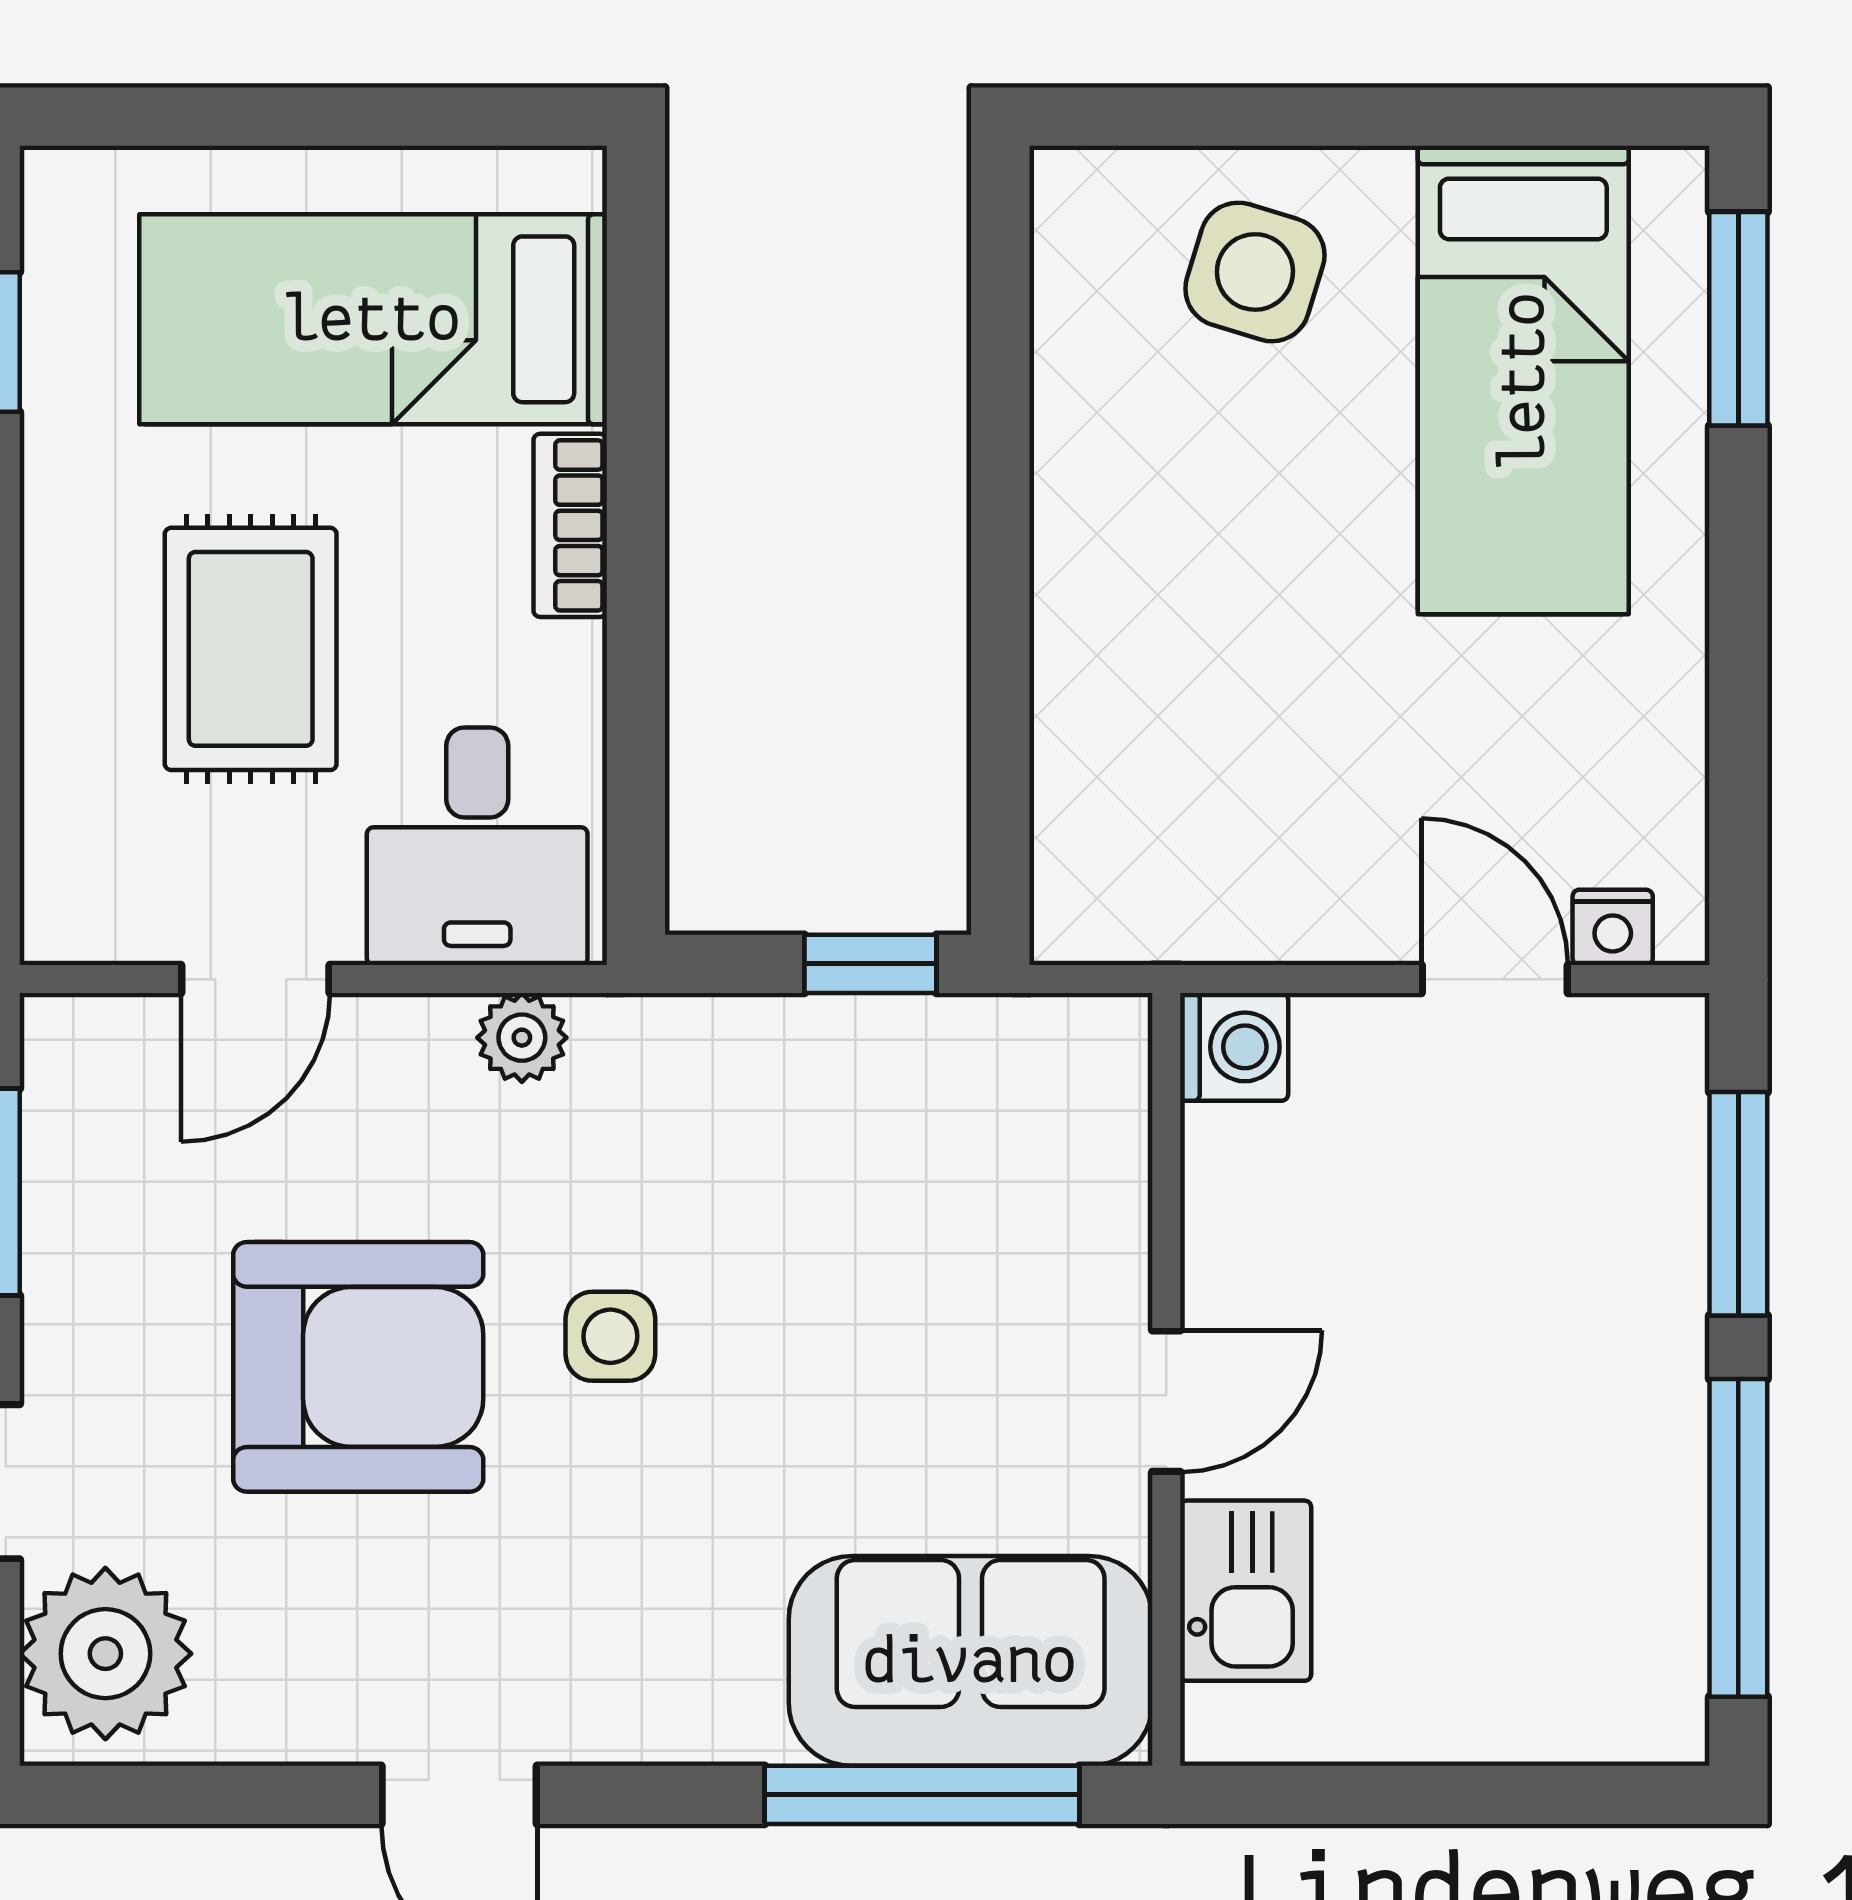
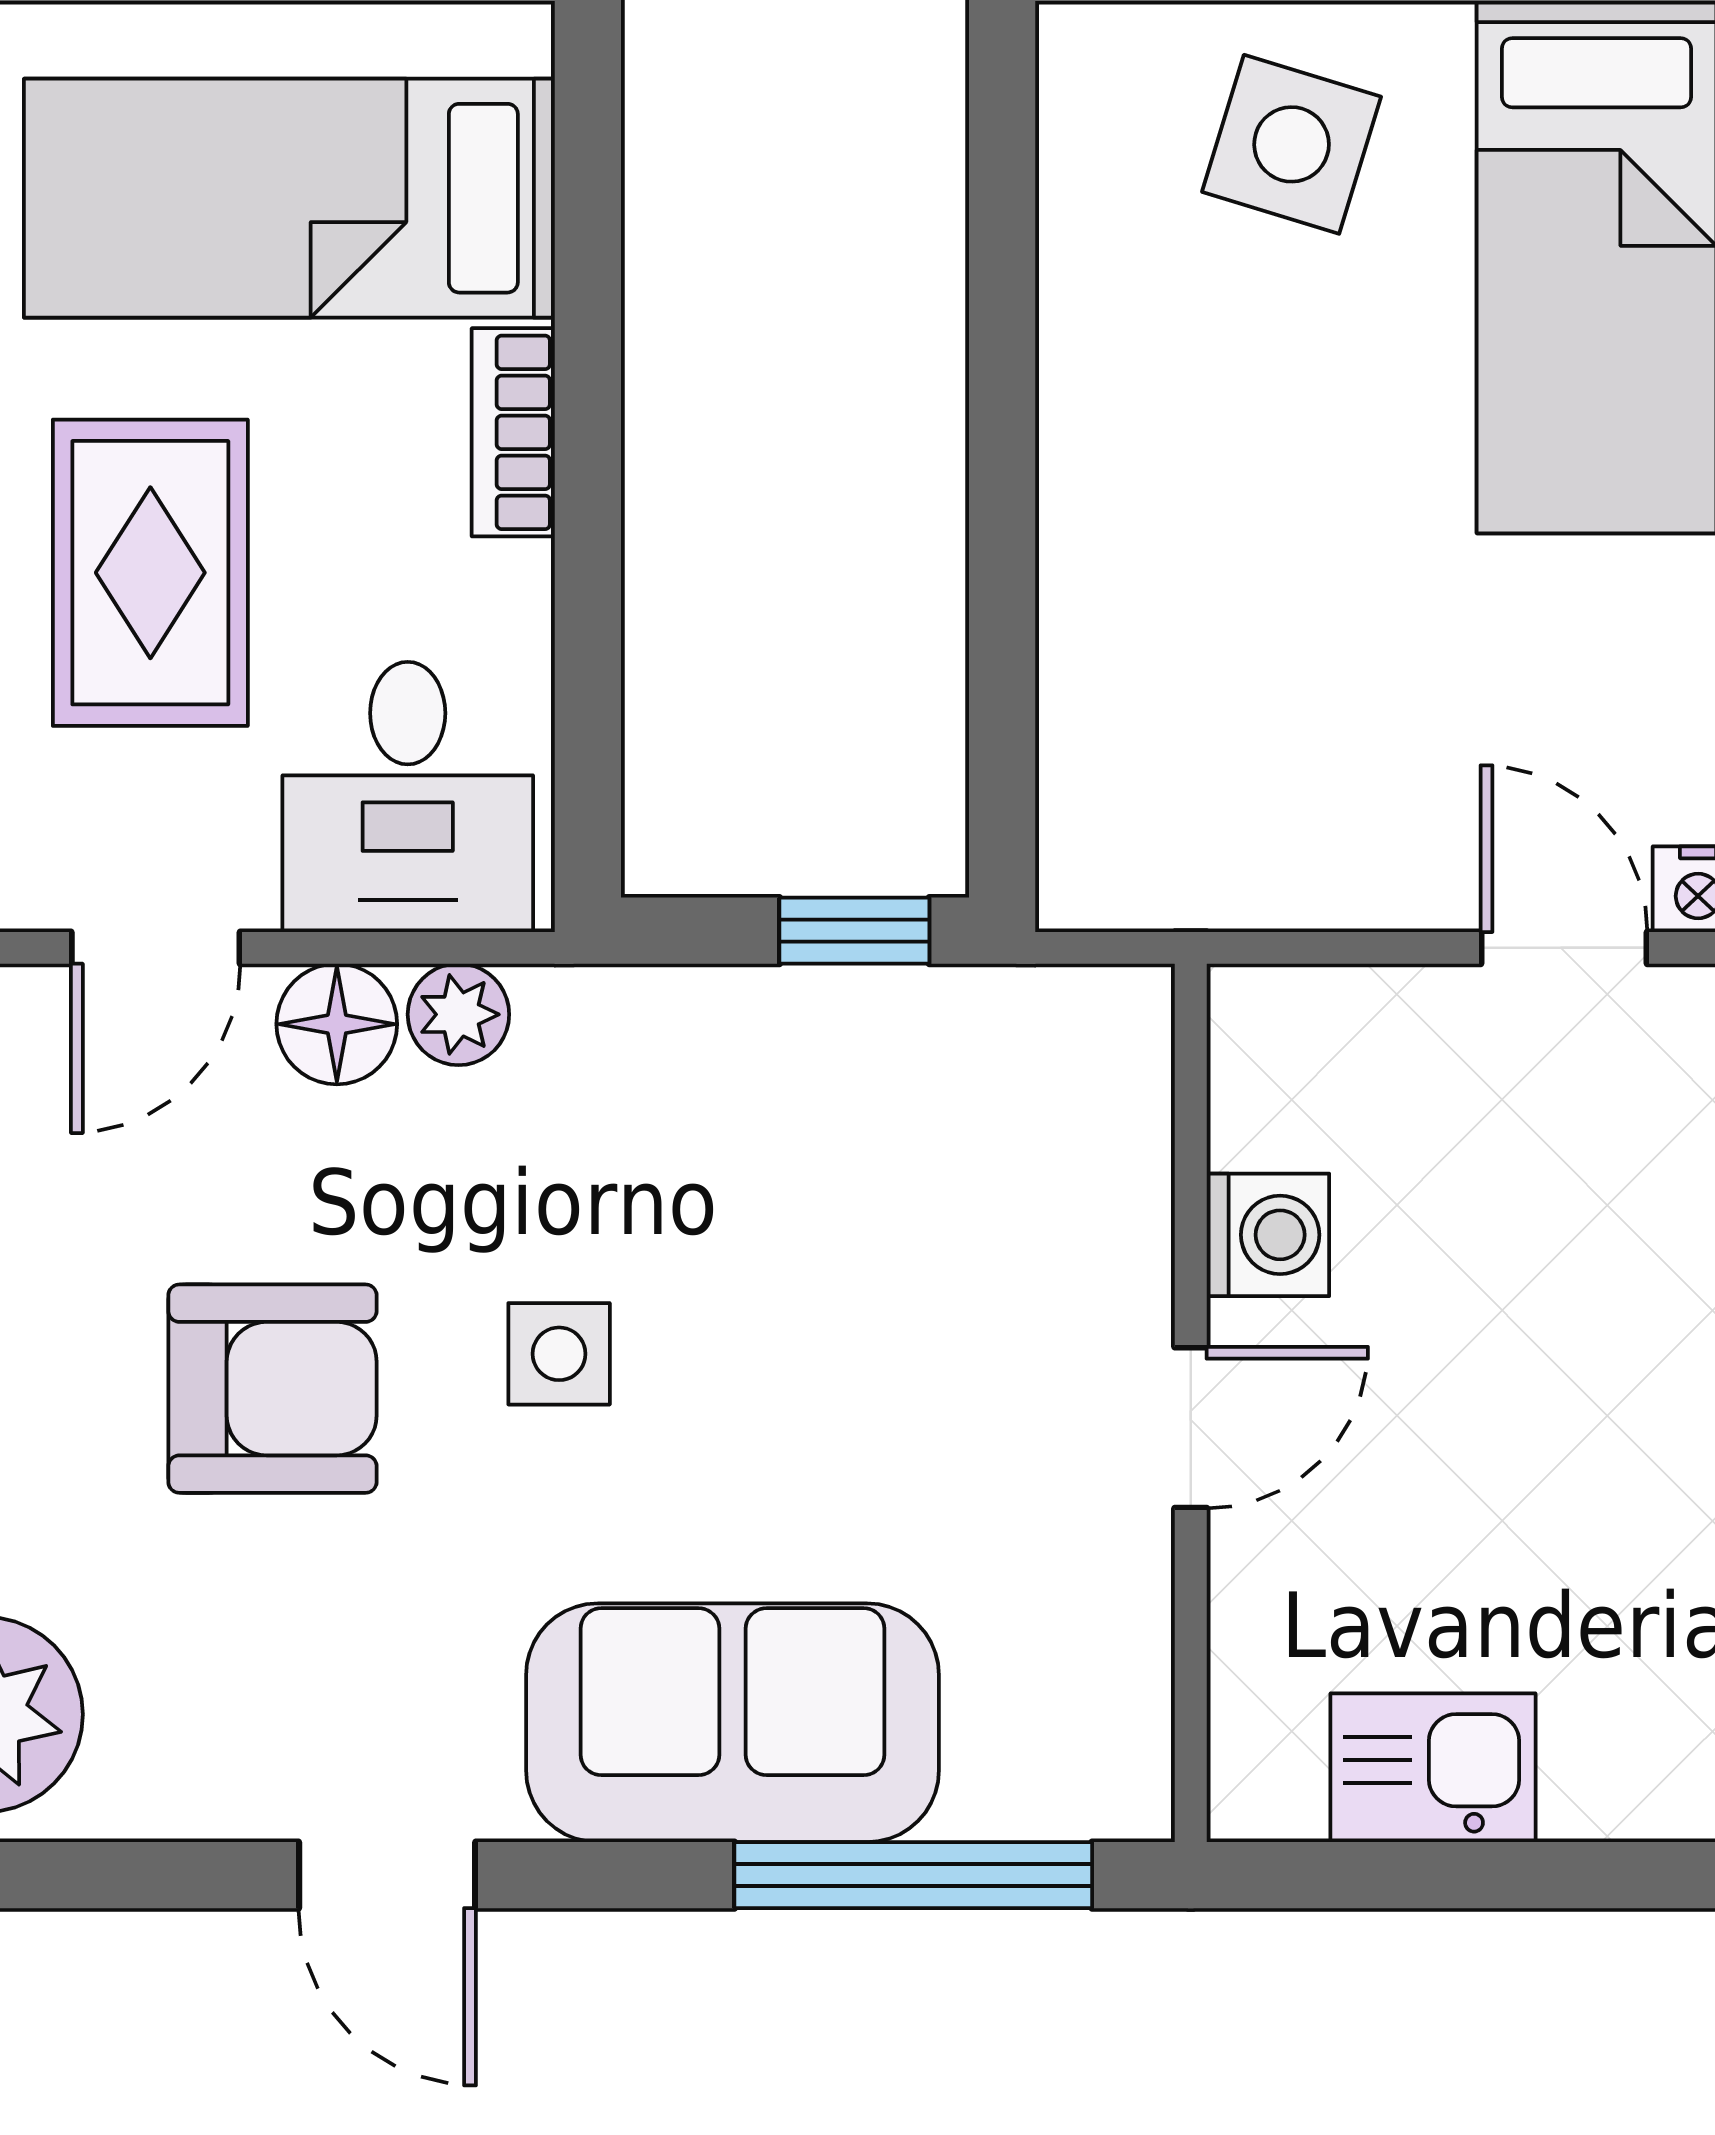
floor lamp: (415, 1046) -> (337, 1024), added
washing machine: (1234, 1047) -> (1268, 1235), moved
armchair: (358, 1367) -> (272, 1389), width x0.73, depth x0.73
kitchen sink: (1246, 1591) -> (1433, 1768), moved, turned -90
sofa: (971, 1661) -> (732, 1723), moved

